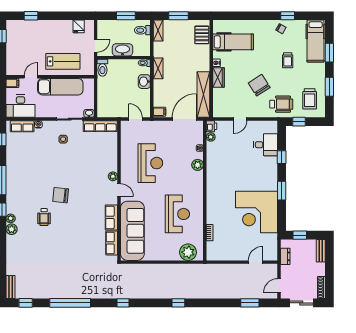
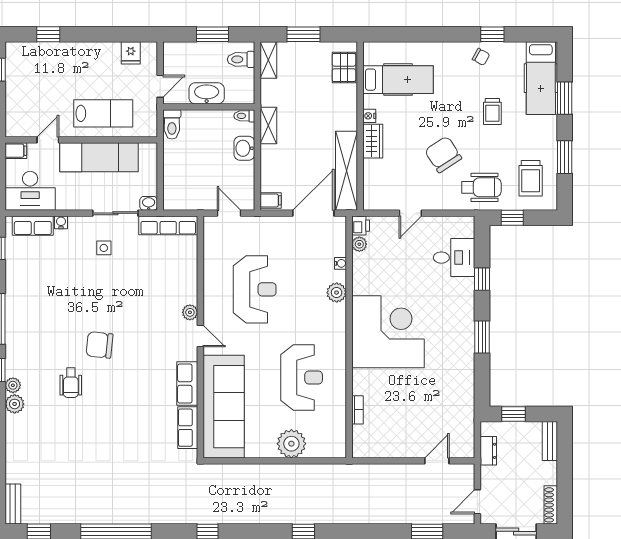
corner desk: (257, 212) -> (388, 332), moved, turned 180
plant: (188, 252) -> (291, 444), moved

